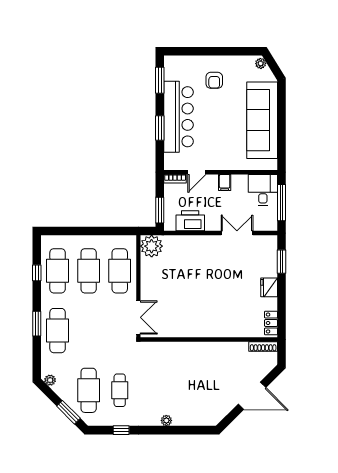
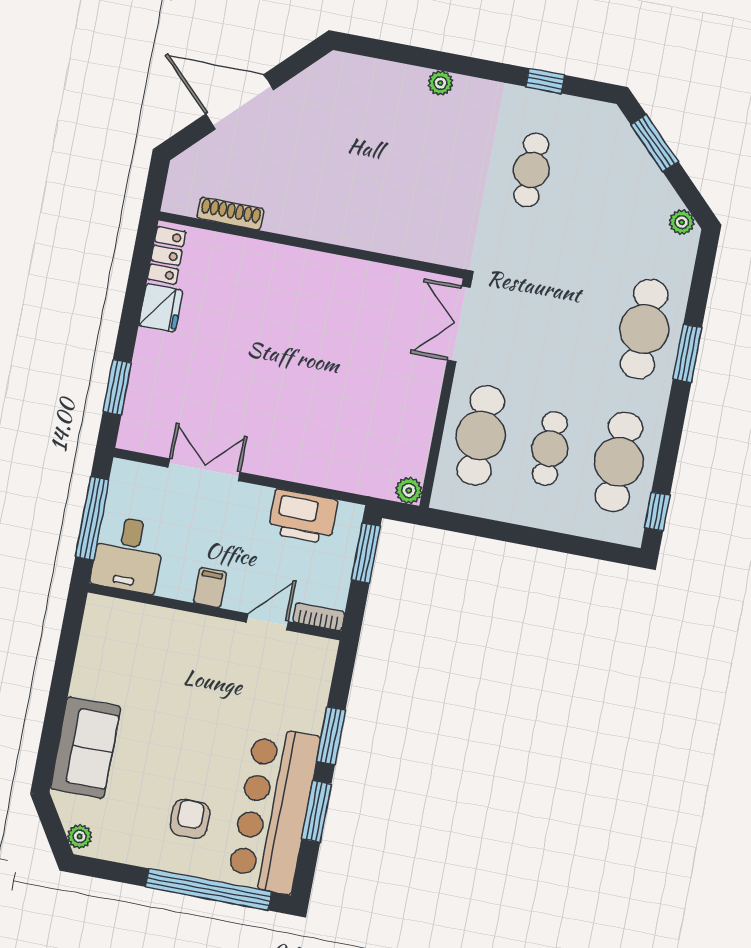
window: (200, 51) -> (209, 889), added
window: (160, 80) -> (317, 811), moved
bar counter: (179, 117) -> (274, 810), moved
sofa: (262, 120) -> (86, 748), width x0.54, depth x0.79
double door: (237, 233) -> (204, 470), swing flipped
plant: (152, 246) -> (409, 490), width x0.53, depth x0.53
cafe table: (89, 271) -> (550, 449), width x0.73, depth x0.74
window: (37, 273) -> (657, 511), moved
fridge: (269, 287) -> (161, 308), moved
shoe rack: (263, 346) -> (231, 213), moved
cafe table: (89, 390) -> (600, 183), removed

